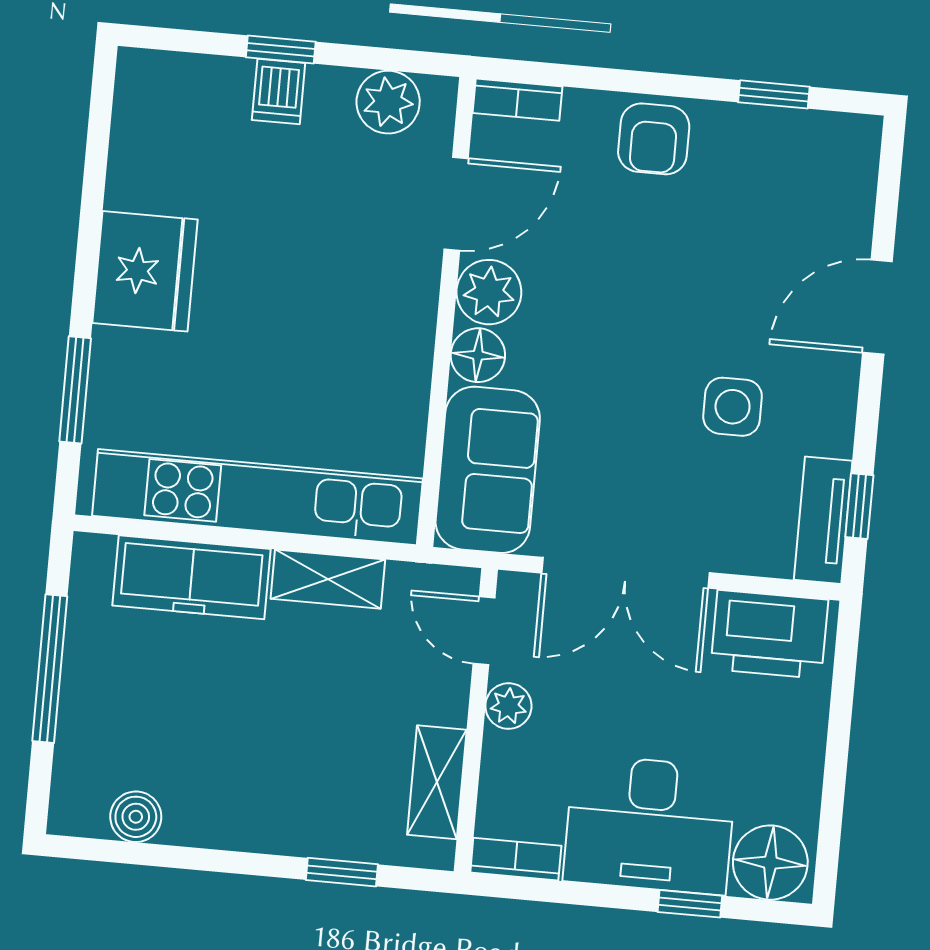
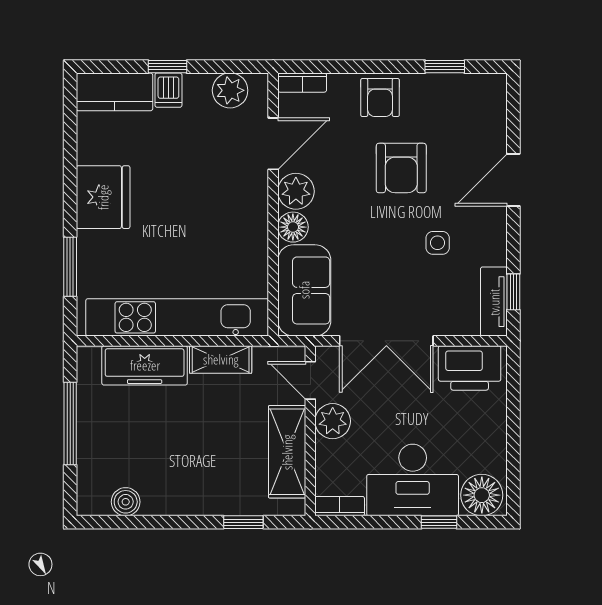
kitchen counter: (182, 86) -> (114, 92), added
armchair: (680, 268) -> (401, 168), added
side table: (733, 407) -> (438, 243), width x0.73, depth x0.73
plant: (508, 706) -> (333, 421), width x1.38, depth x1.38
shelving: (437, 782) -> (287, 452), width x1.50, depth x1.33

